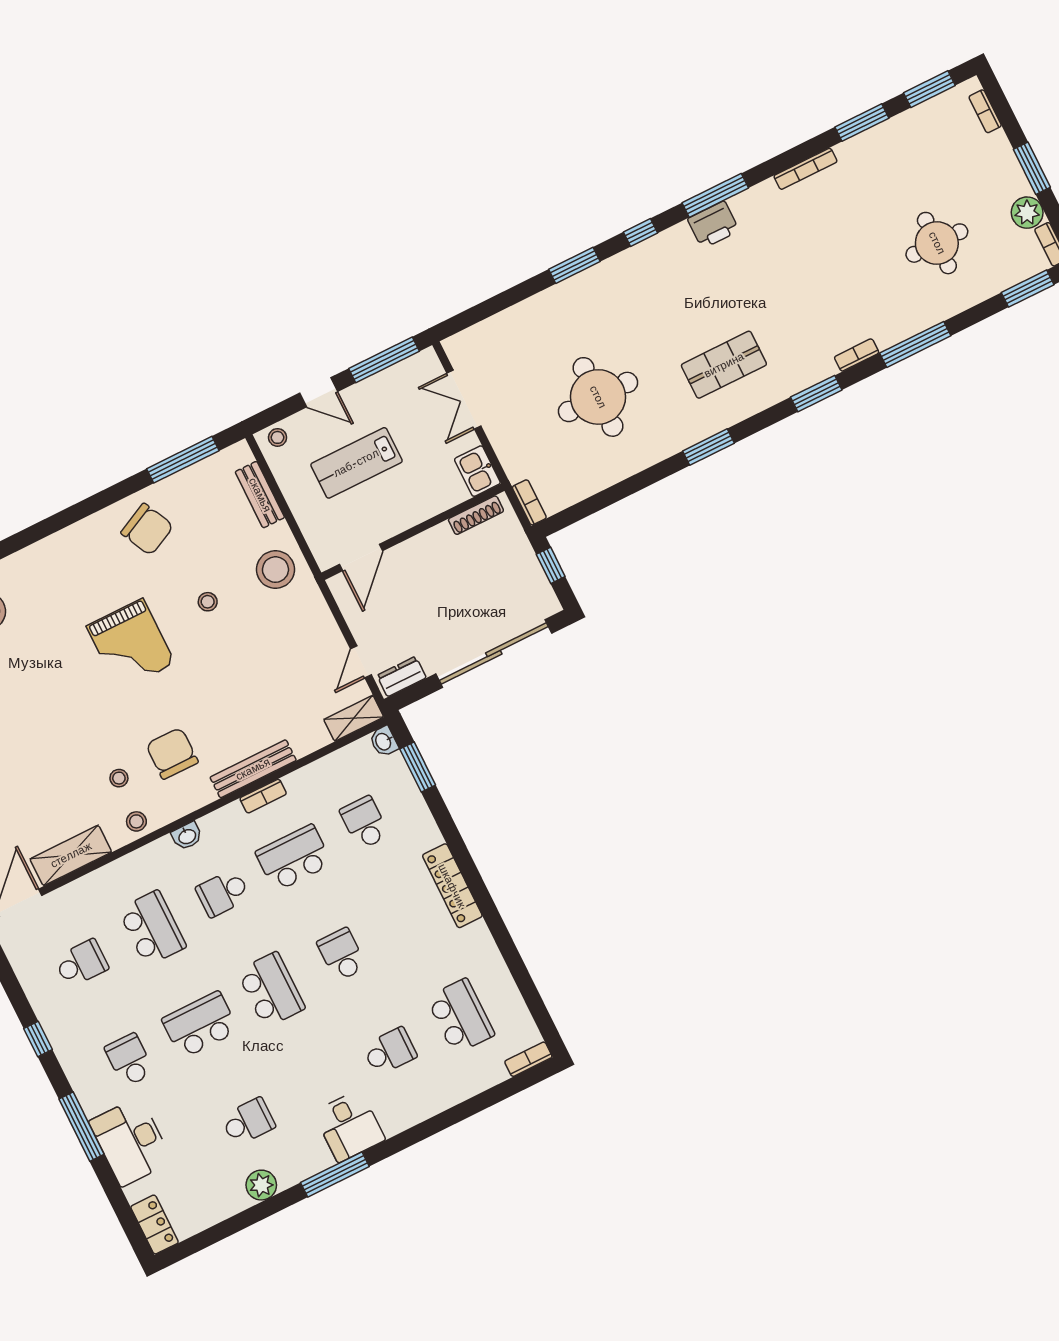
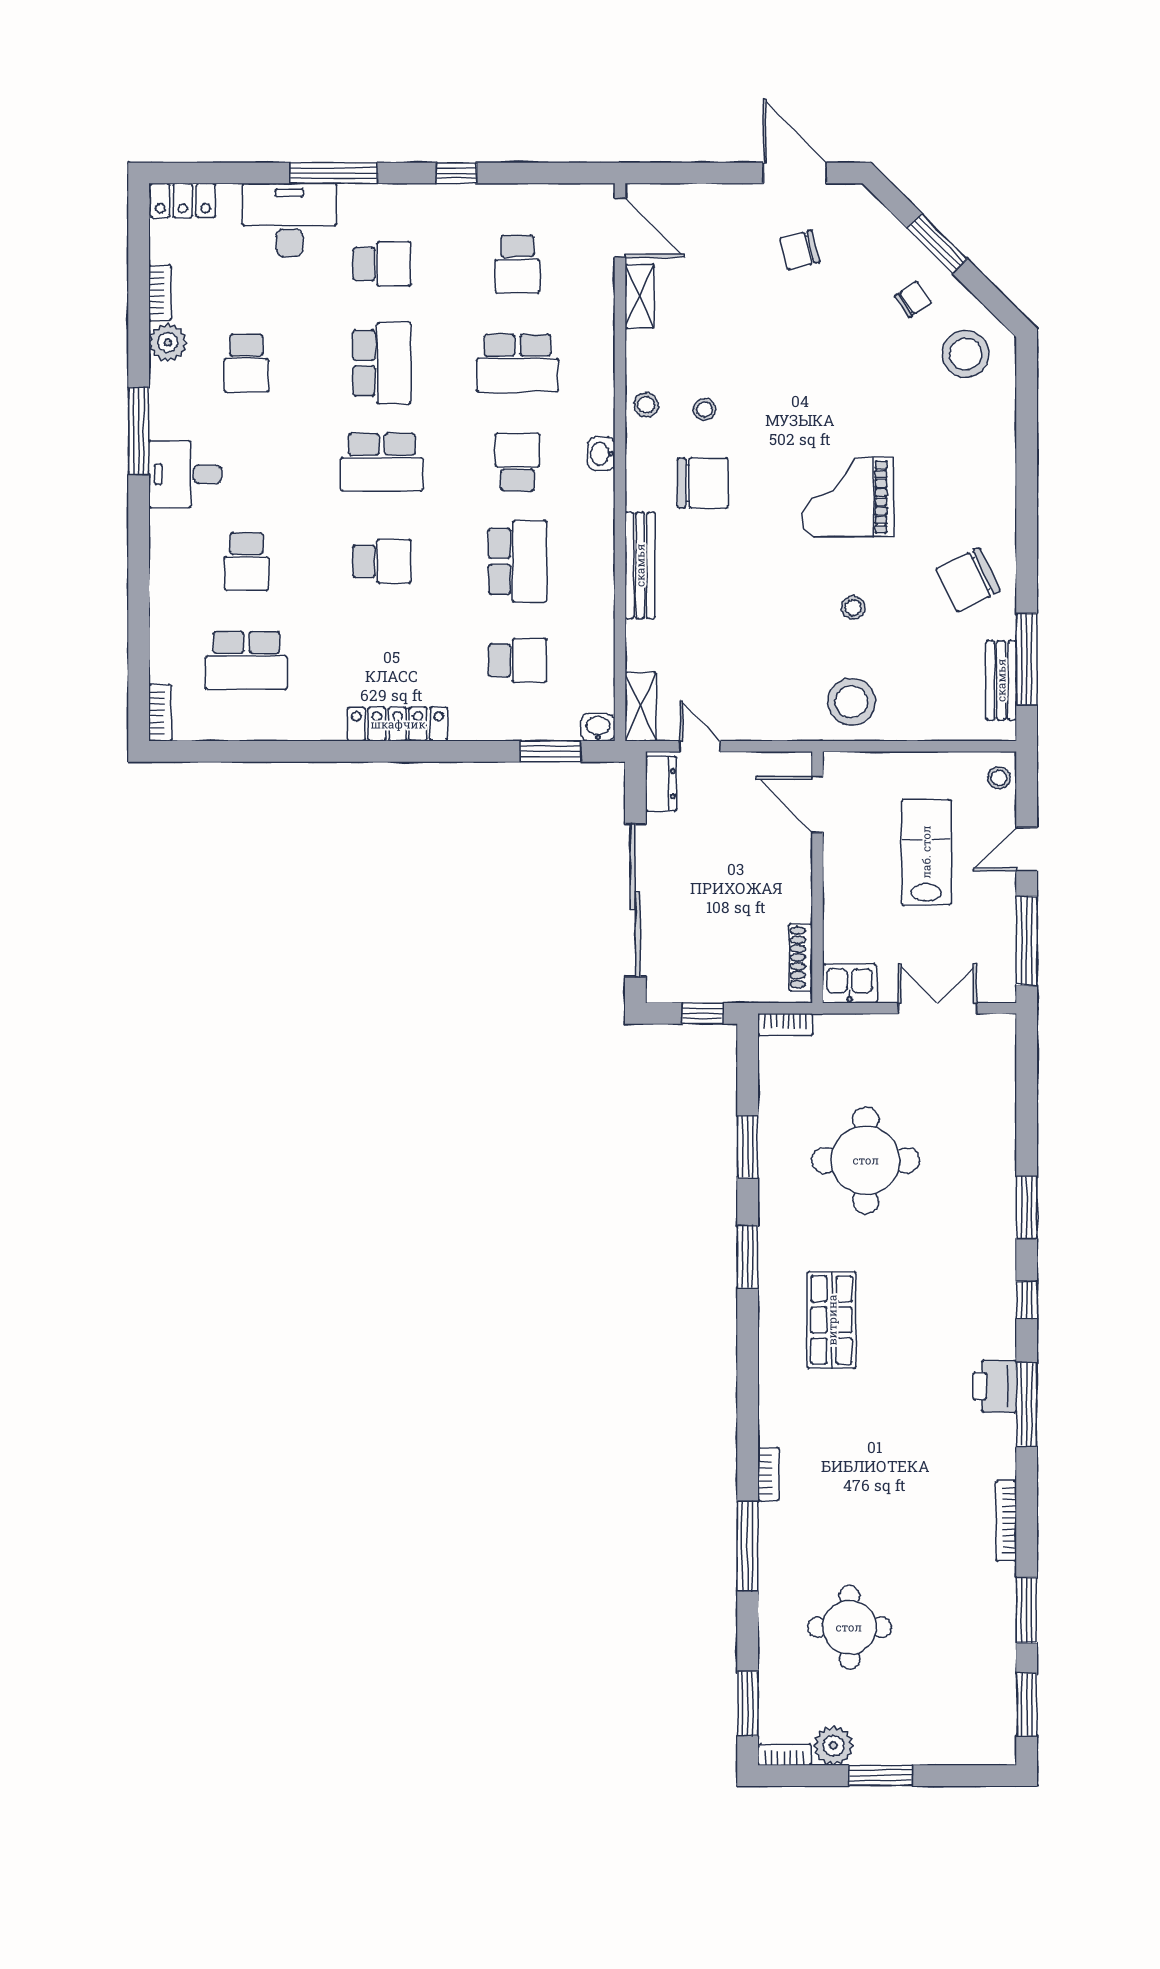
bookcase: (985, 111) -> (971, 1755), removed
window: (816, 394) -> (748, 1147), moved
bench: (260, 495) -> (1001, 680), moved, turned 90
bookcase: (263, 796) -> (160, 293), moved, turned 180
shelving: (71, 855) -> (640, 296), width x0.67, depth x0.75

